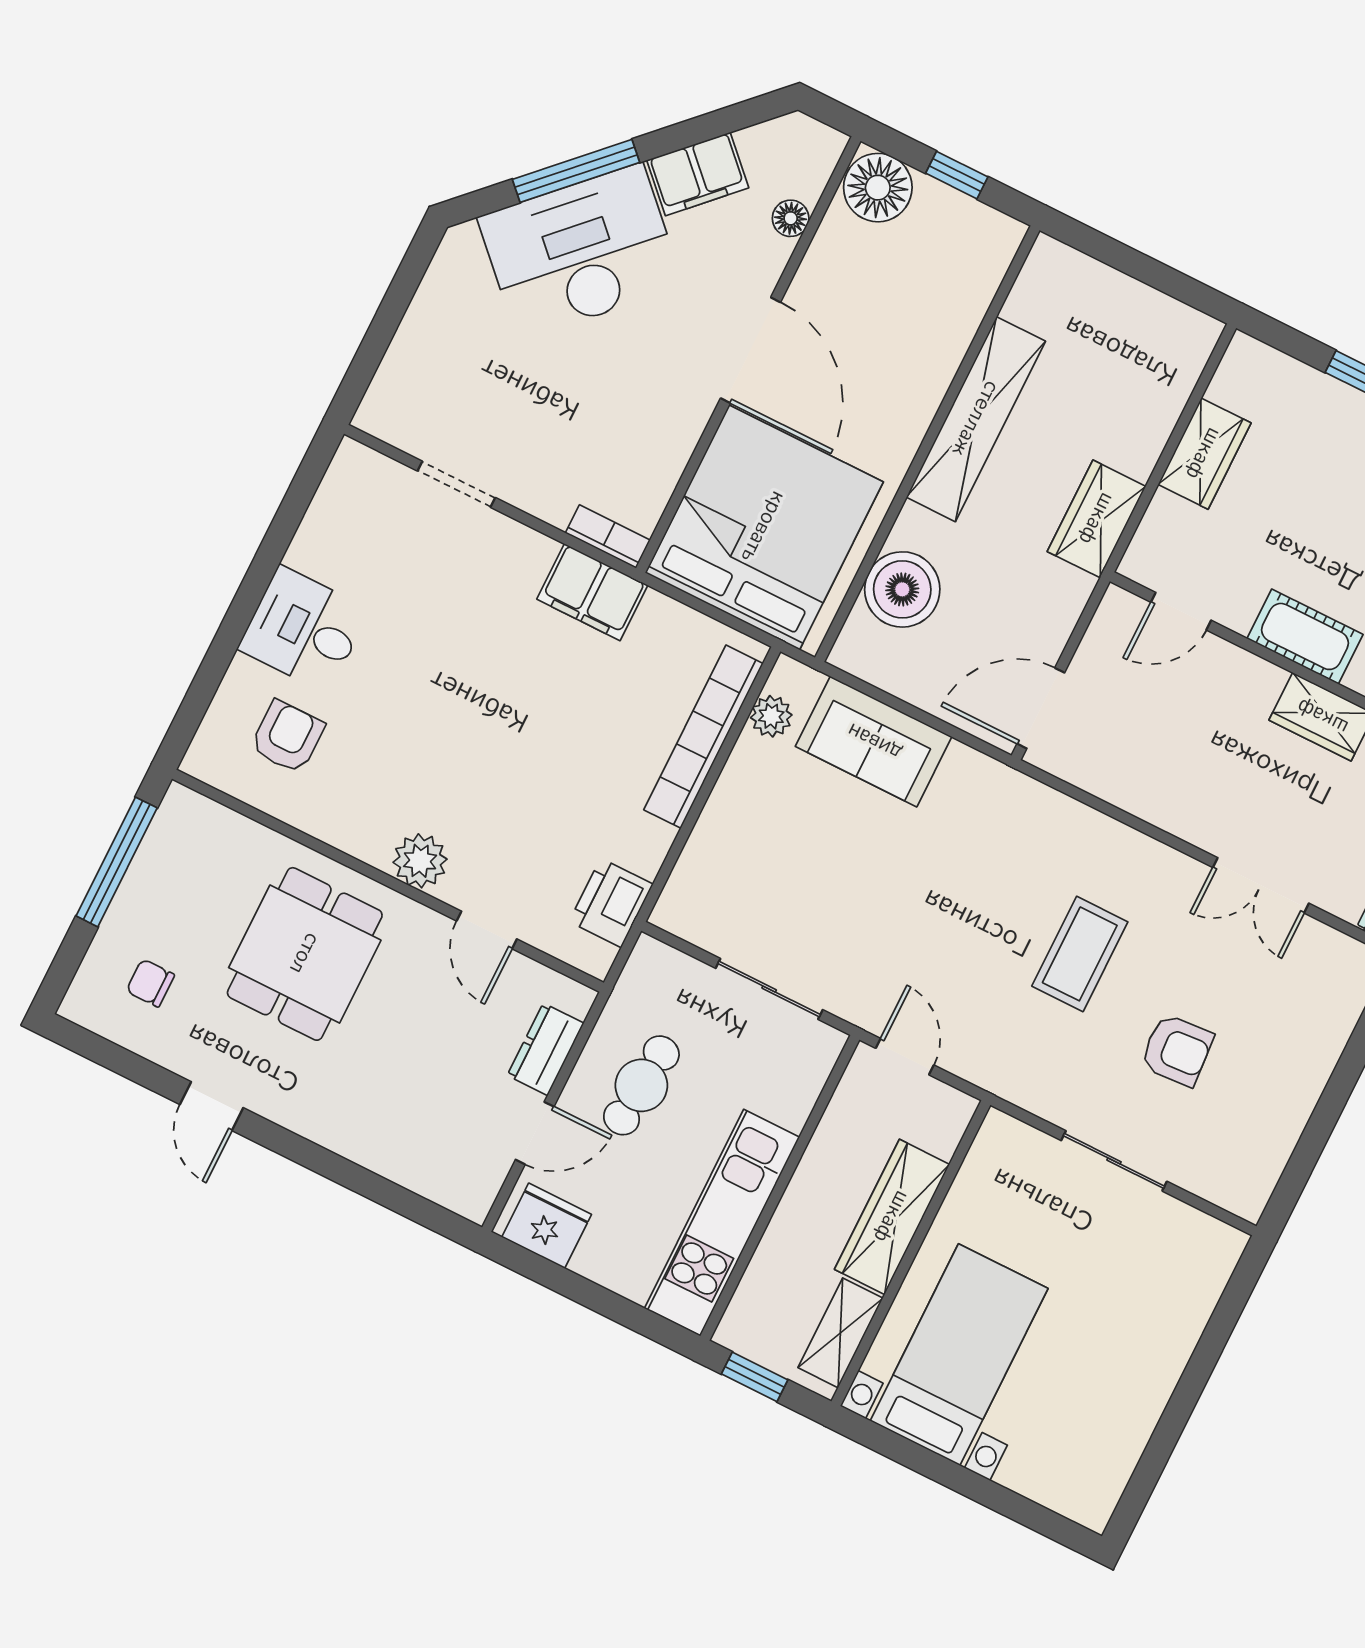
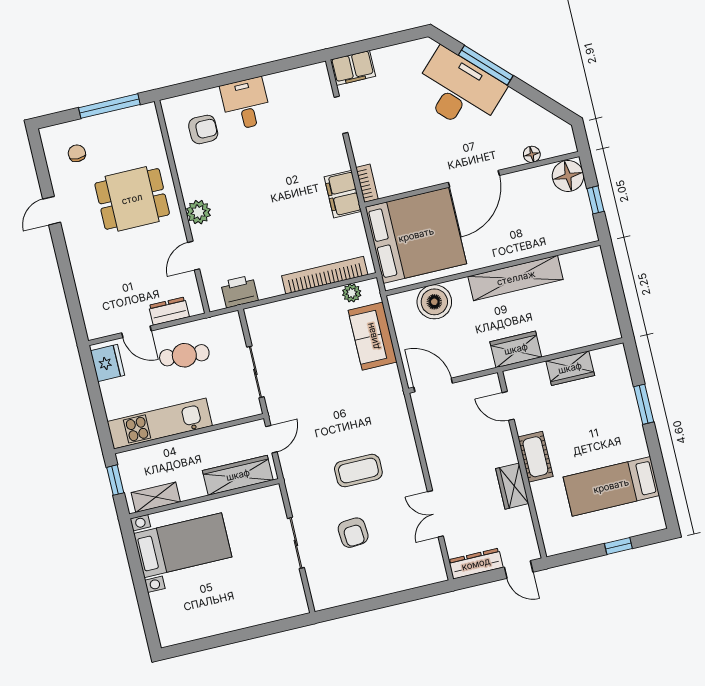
filing cabinet: (698, 174) -> (353, 68), moved, turned -45
wardrobe: (892, 1217) -> (238, 475), moved

